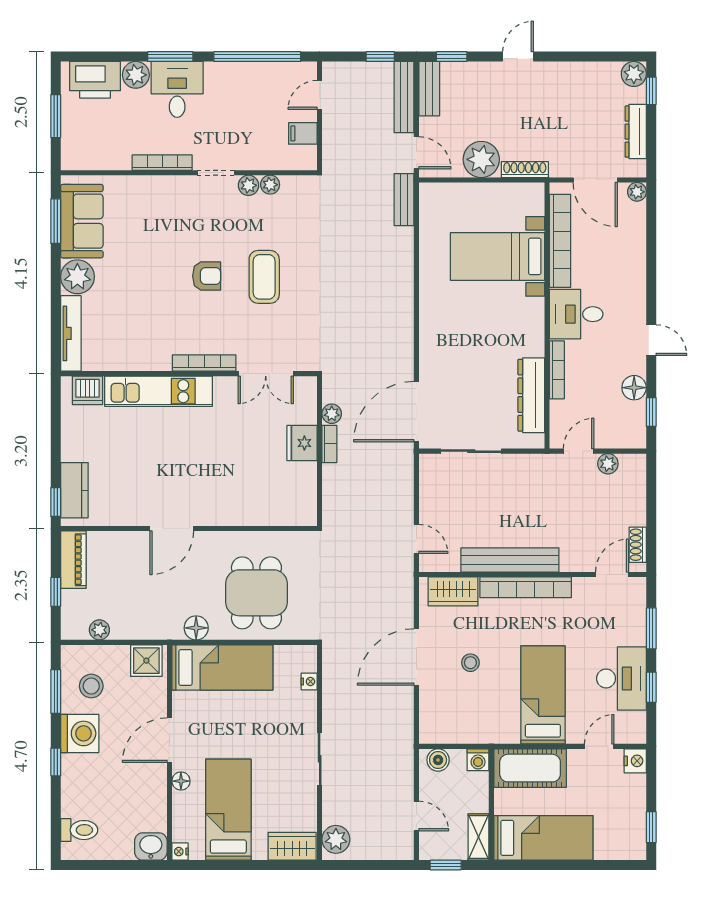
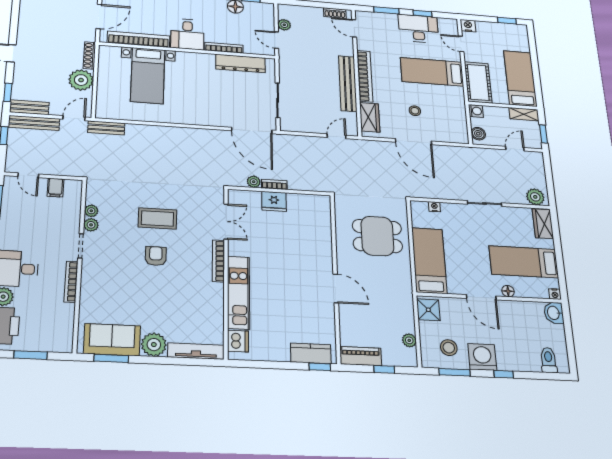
floor lamp: (196, 628) -> (404, 276), removed

